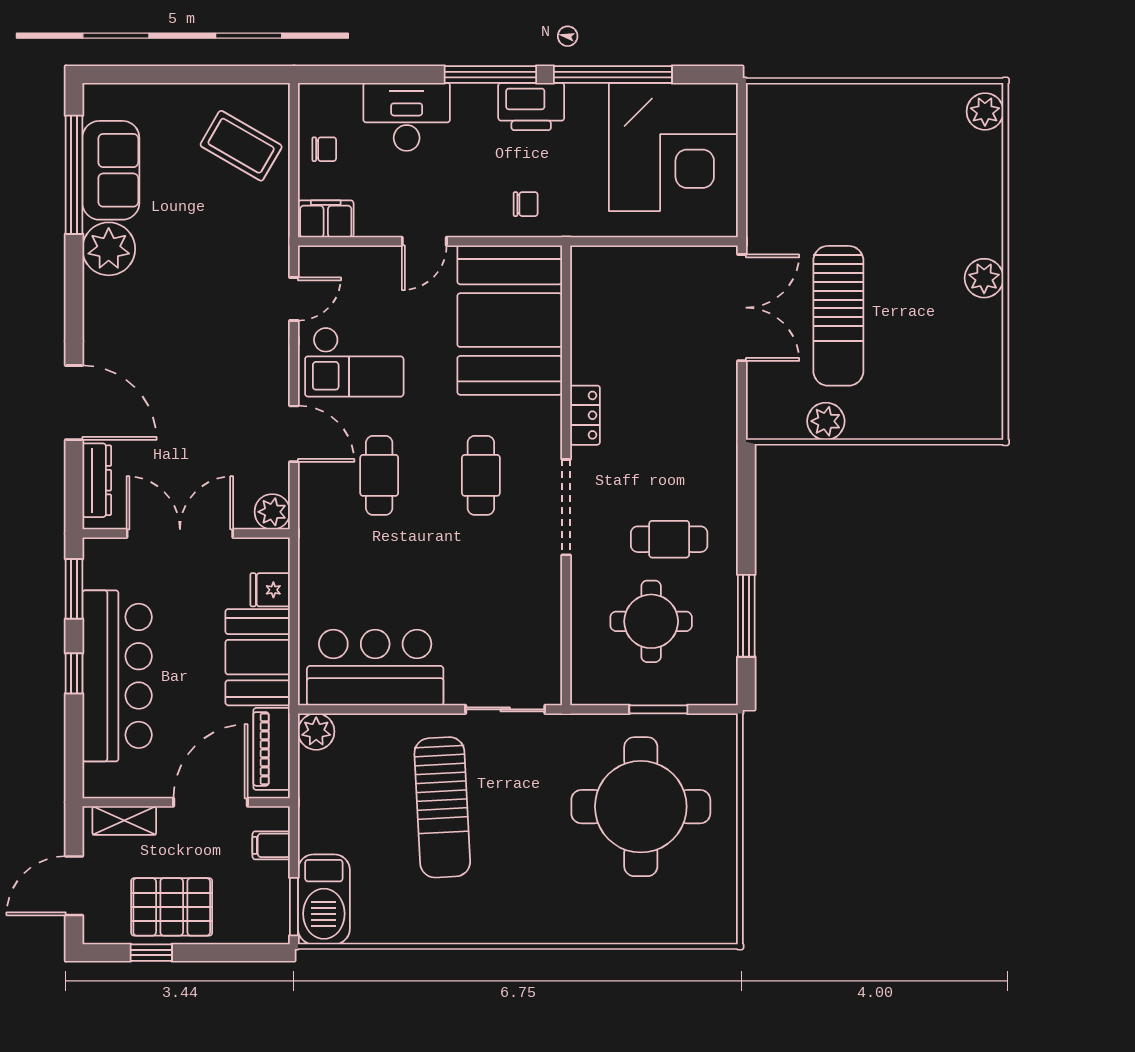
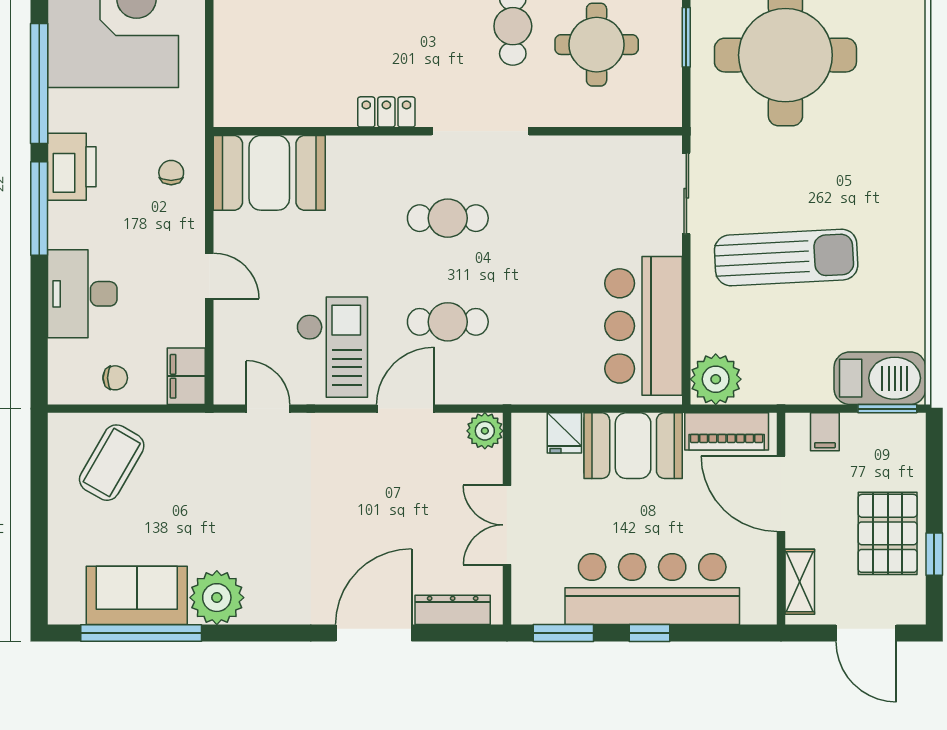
chair: (324, 149) -> (115, 378), turned 90
booth: (510, 320) -> (269, 173), width x0.73, depth x0.70
double door: (180, 533) -> (507, 525), width x0.73
plant: (316, 732) -> (716, 379), width x1.36, depth x1.36

